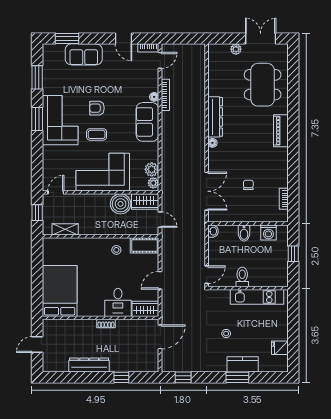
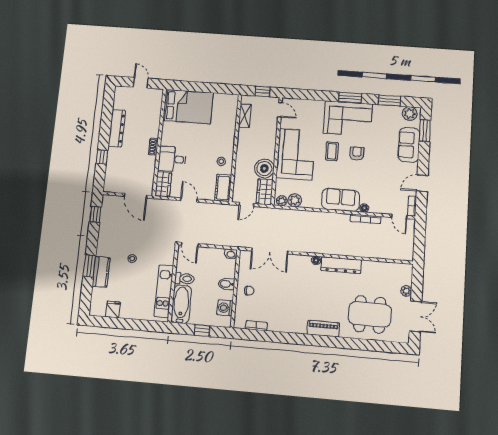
plant: (50, 55) -> (410, 114), added
chair: (248, 185) -> (249, 291), moved
bathtub: (269, 278) -> (181, 304), added

